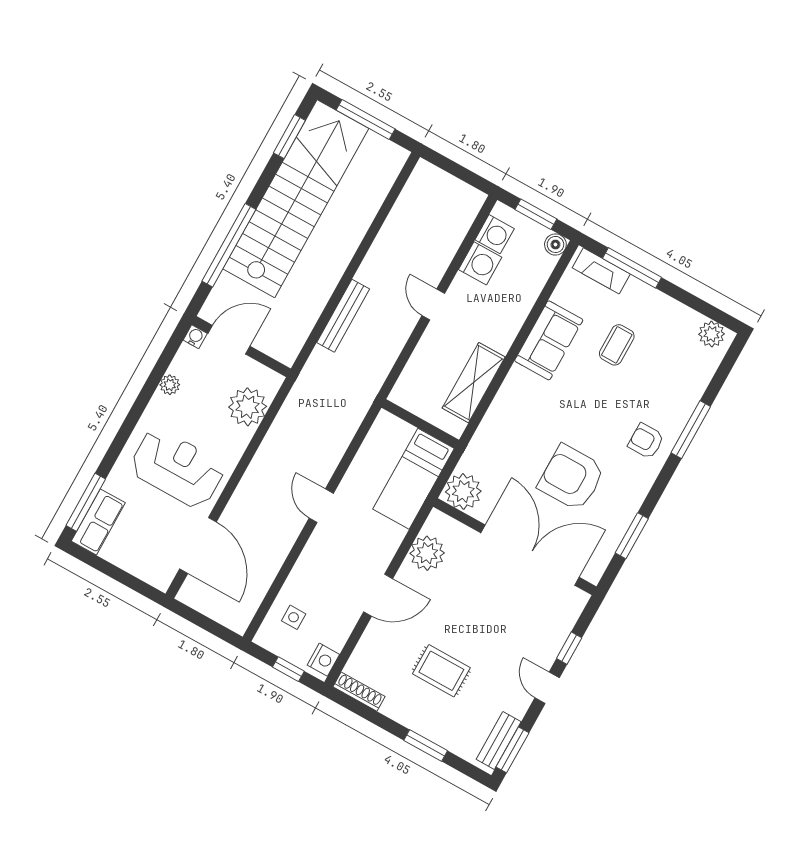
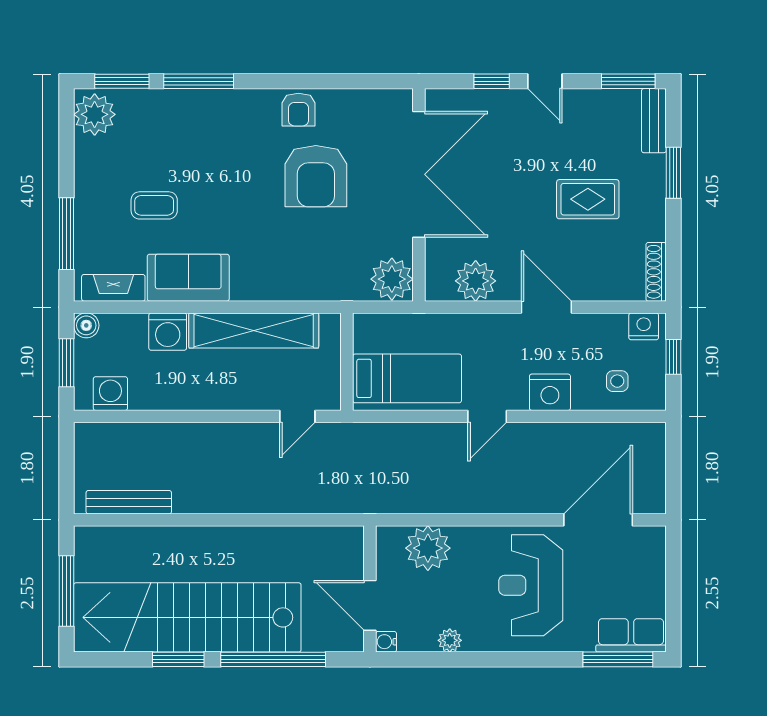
window: (289, 137) -> (178, 659), moved
washing machine: (480, 263) -> (168, 332), moved, turned 180
fireplace: (601, 271) -> (113, 288), moved, turned -90
door: (433, 304) -> (297, 416), moved
bench: (343, 316) -> (129, 502), moved
plant: (712, 334) -> (95, 114), width x1.36, depth x1.36
shelving: (474, 383) -> (254, 330), width x1.47
armchair: (646, 441) -> (298, 110), moved
bed: (413, 479) -> (407, 378), moved
window: (632, 536) -> (122, 81), moved
double door: (530, 555) -> (419, 174), swing flipped
nightstand: (313, 562) -> (550, 392), added
rug: (441, 671) -> (588, 199), turned 90
door: (547, 688) -> (545, 81), hinge flipped
bench: (499, 741) -> (654, 121), moved, turned 90

